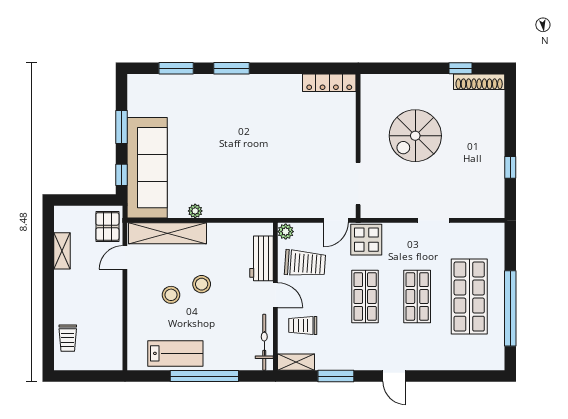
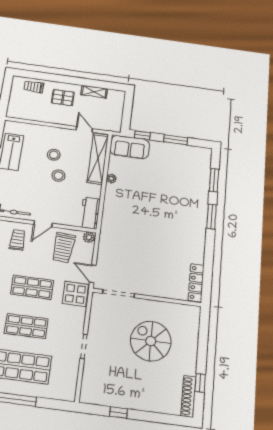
sofa: (147, 168) -> (130, 147), width x0.54, depth x0.79
pallet: (107, 226) -> (63, 98), moved
workbench: (262, 258) -> (90, 213), moved, turned -90

